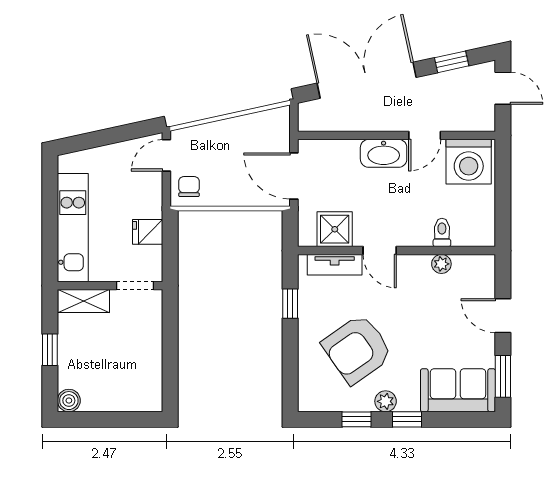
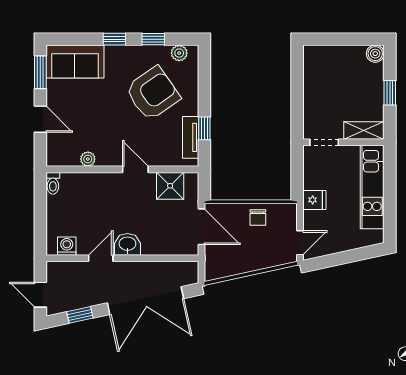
washbasin: (384, 153) -> (127, 244), width x0.72
washing machine: (469, 162) -> (67, 246), width x0.53, depth x0.53
chair: (189, 187) -> (258, 217), moved
fridge: (148, 232) -> (314, 200), moved
toilet: (442, 232) -> (53, 183), moved
tv unit: (335, 265) -> (191, 137), moved, turned -90
plant: (386, 401) -> (179, 53), moved

